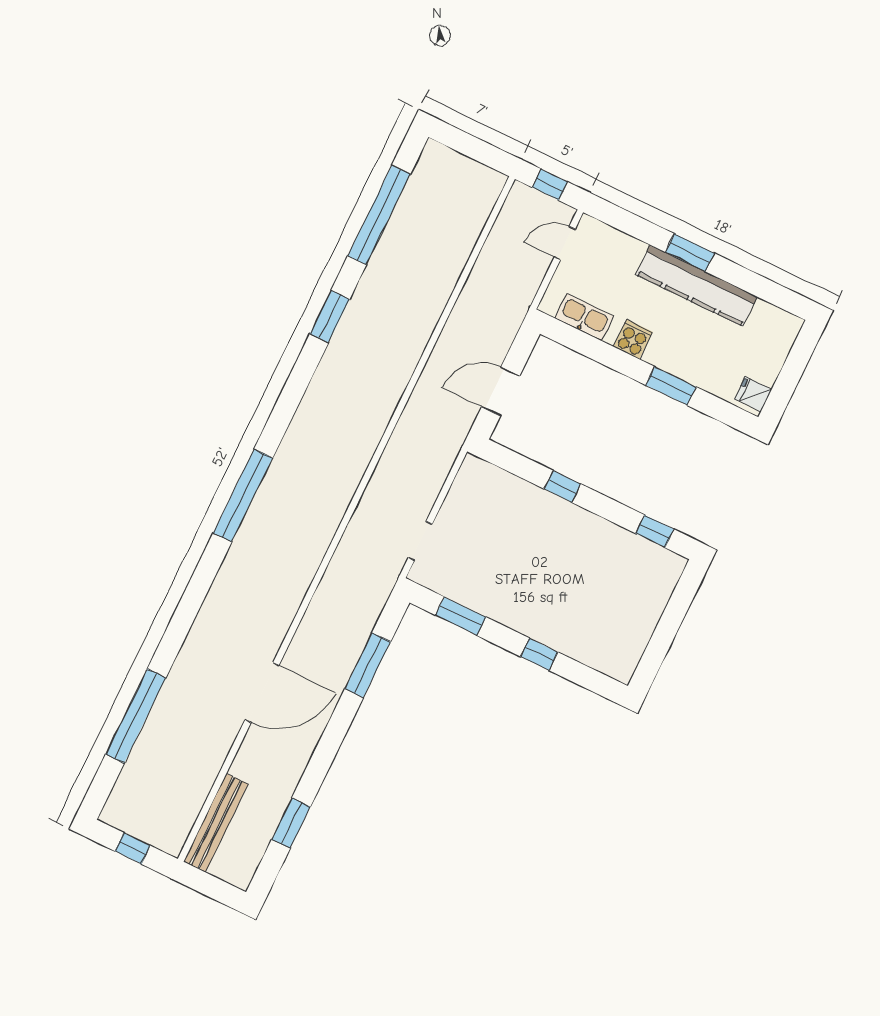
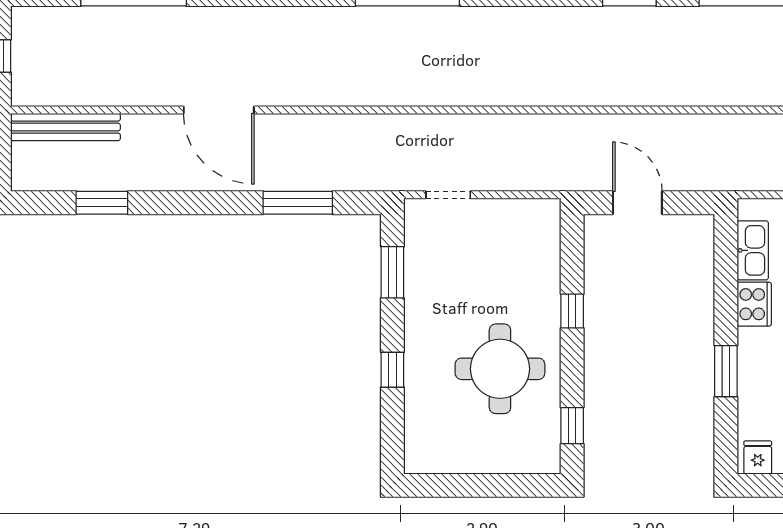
cooker: (633, 339) -> (754, 304), width x1.36
round table: (581, 567) -> (500, 369), added

